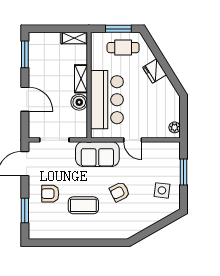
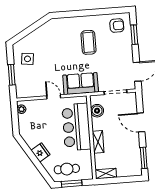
boiler: (79, 102) -> (97, 111), moved
armchair: (120, 192) -> (61, 55), removed
armchair: (50, 194) -> (117, 26), moved
coffee table: (83, 205) -> (88, 42), turned 90

